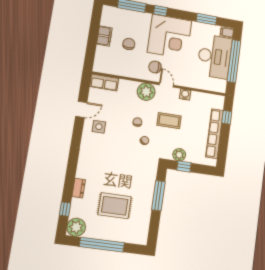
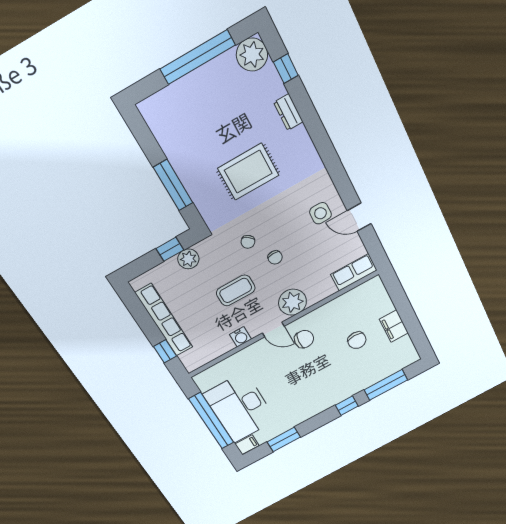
corner desk: (170, 36) -> (313, 387), removed
door: (81, 109) -> (359, 217), hinge flipped
rug: (115, 206) -> (248, 172), moved

